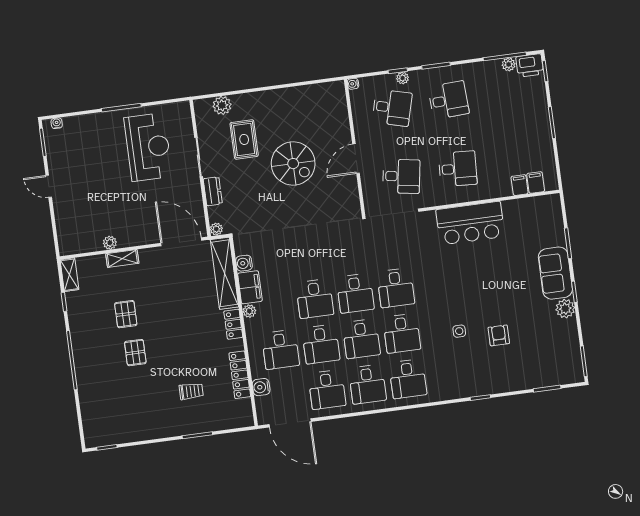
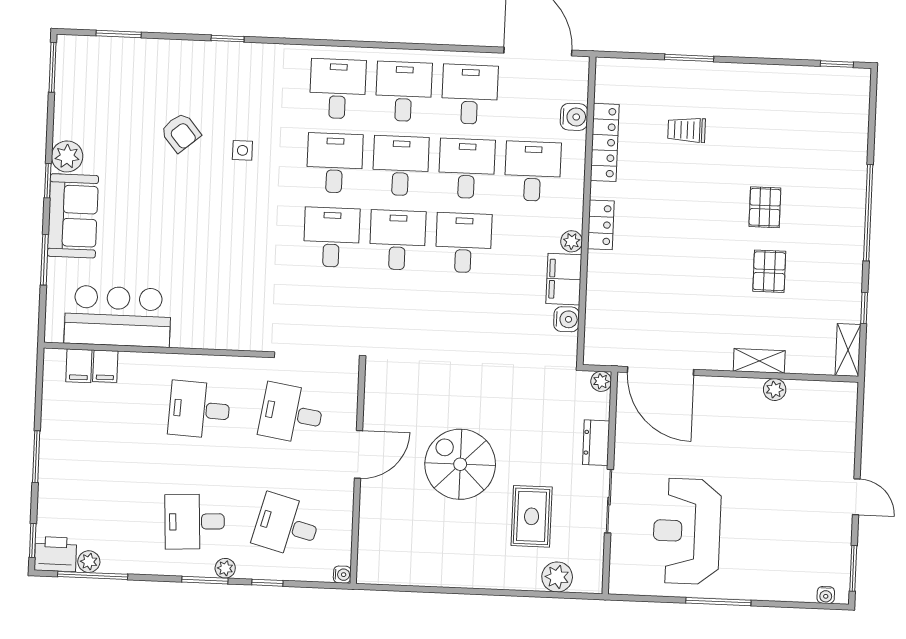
plant: (403, 78) -> (225, 568), moved
bar counter: (470, 223) -> (118, 316), moved
shelving: (224, 273) -> (600, 309), removed
armchair: (499, 335) -> (181, 132), turned -40

